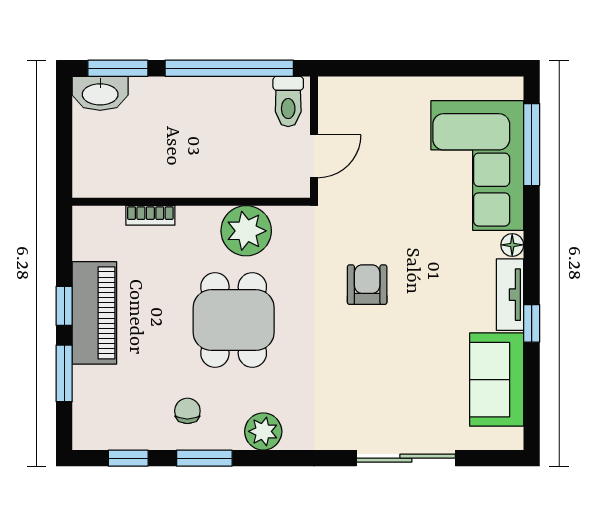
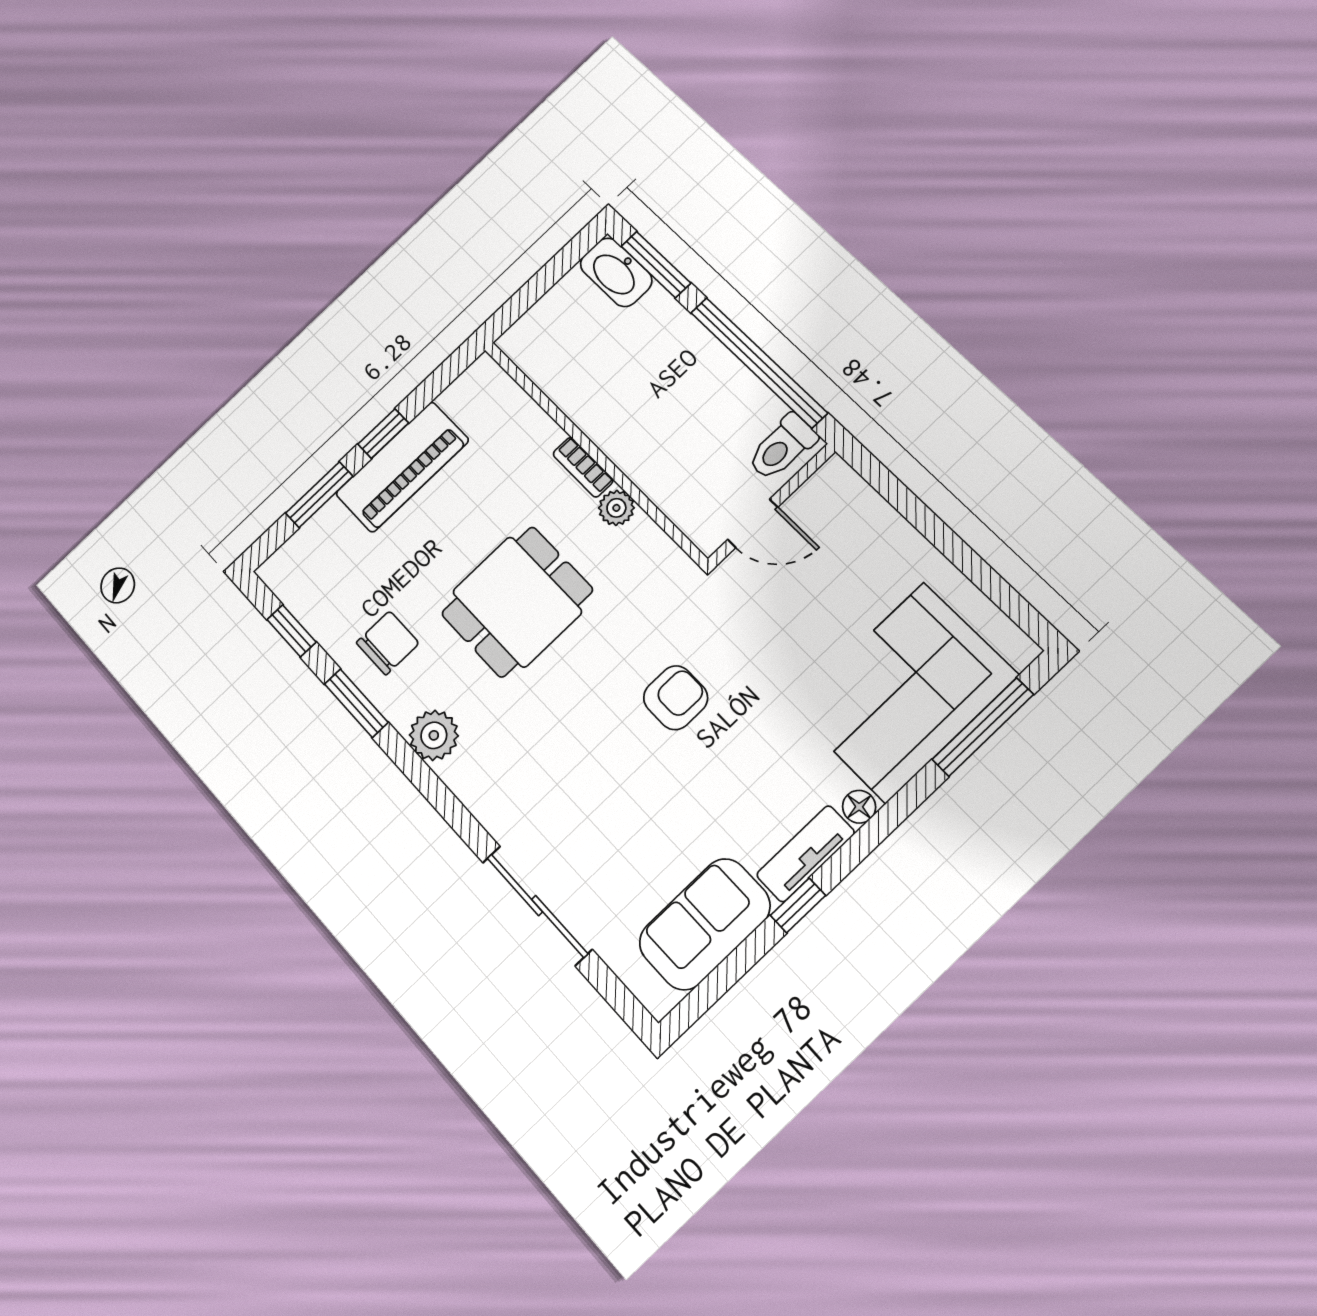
bookcase: (150, 215) -> (583, 467), moved
plant: (246, 231) -> (616, 508), width x0.53, depth x0.53
chair: (187, 411) -> (388, 643), width x1.37, depth x1.37

